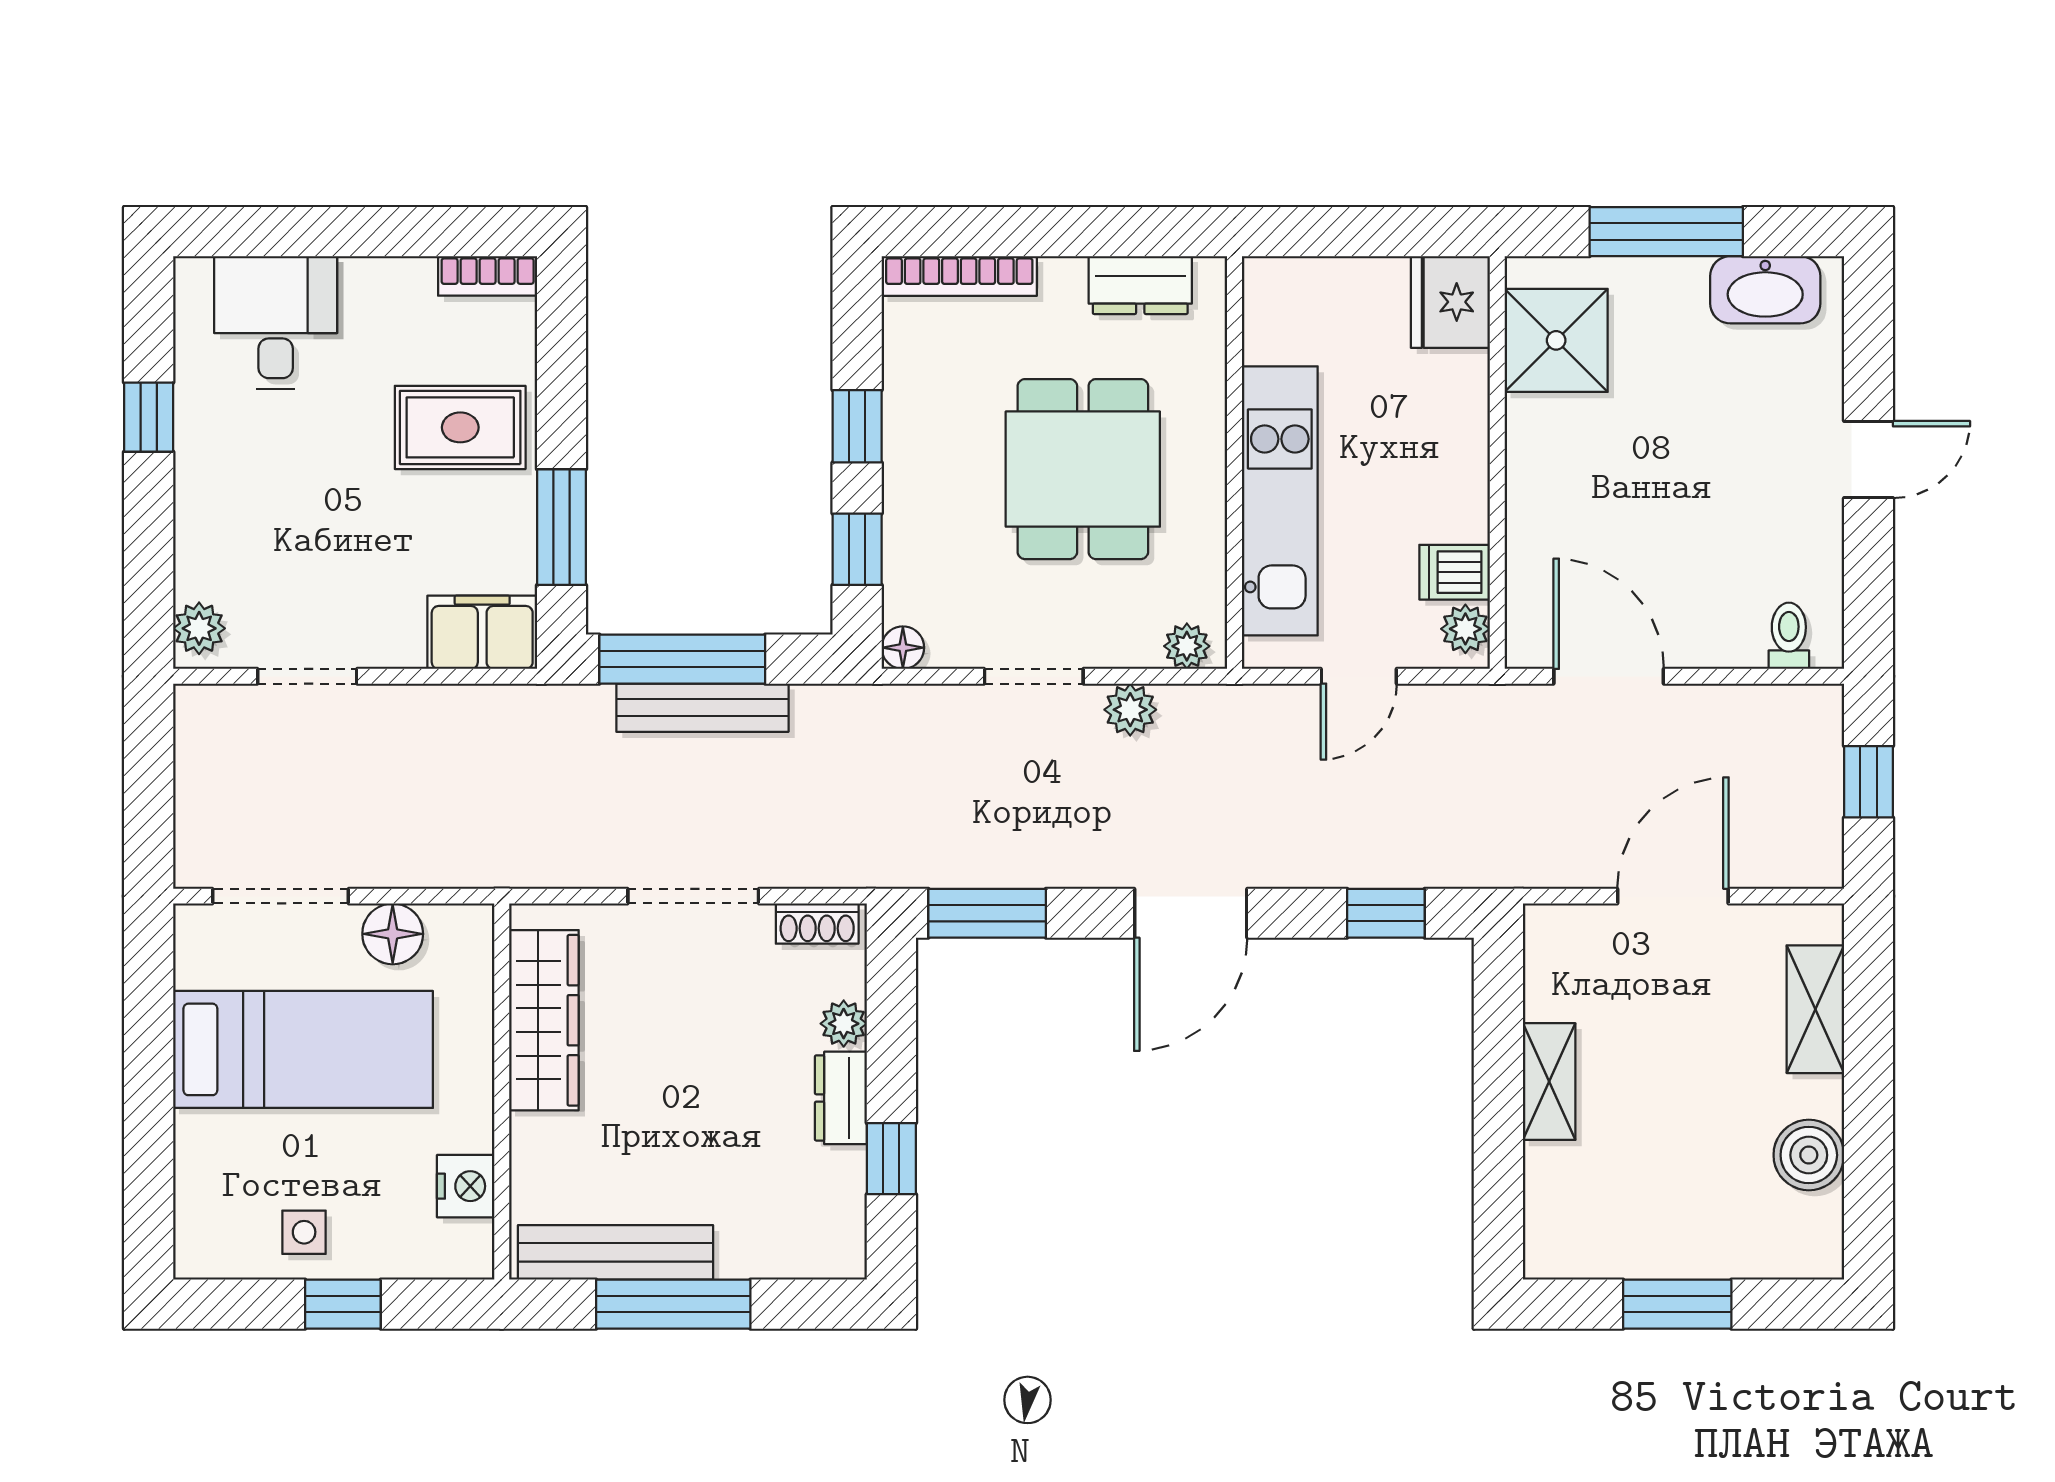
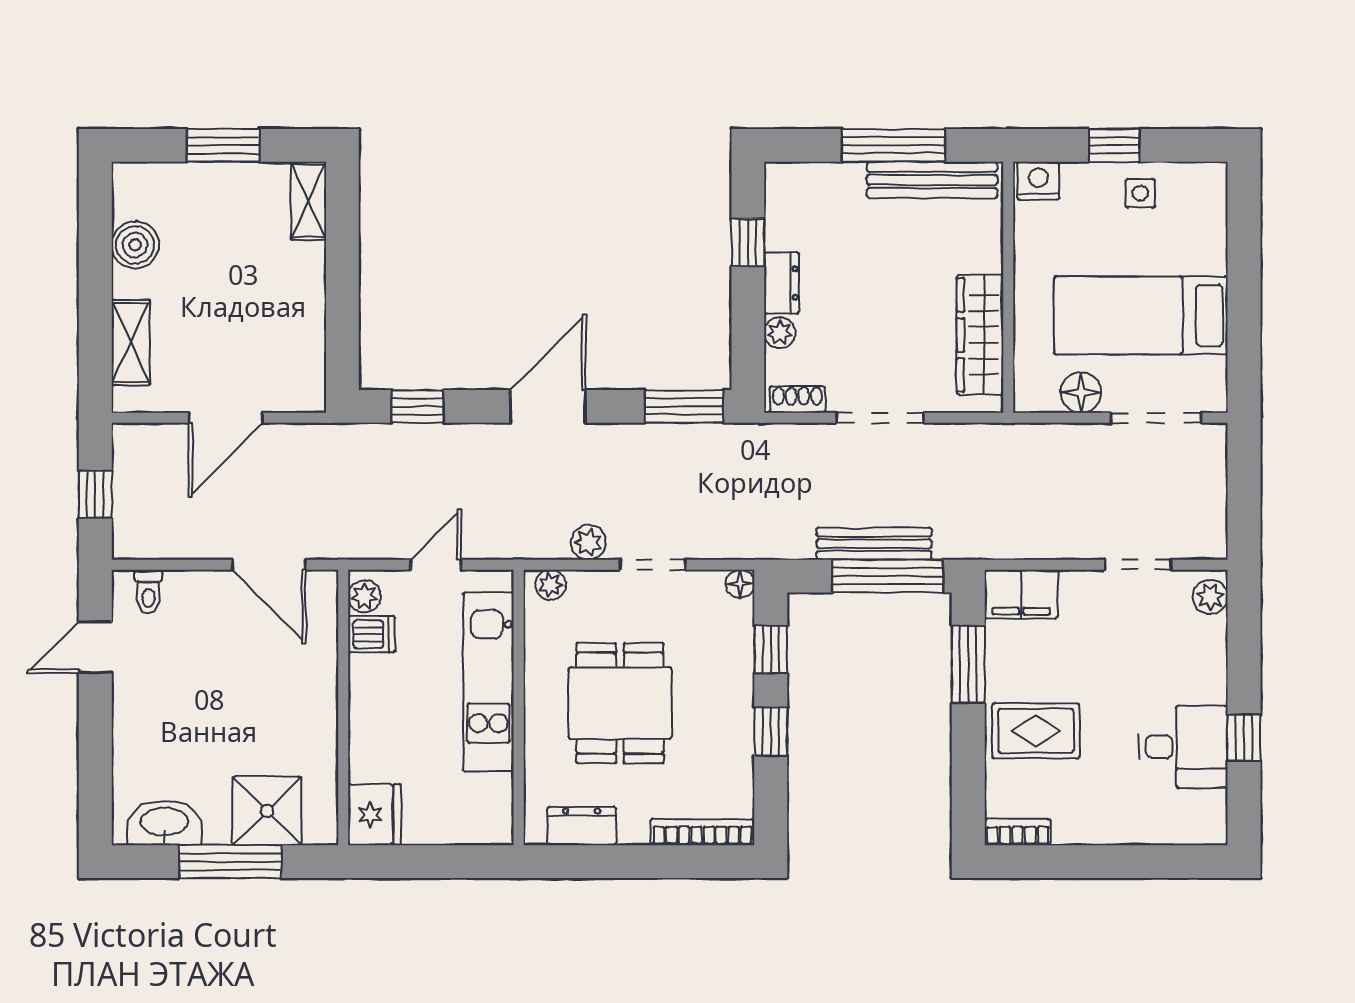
desk: (276, 322) -> (1183, 747), moved, turned -90
shower: (1556, 340) -> (267, 811), moved
door: (1869, 459) -> (95, 647), moved
shelving: (1549, 1082) -> (309, 201), moved
nightstand: (466, 1186) -> (1038, 181), moved, turned 90

